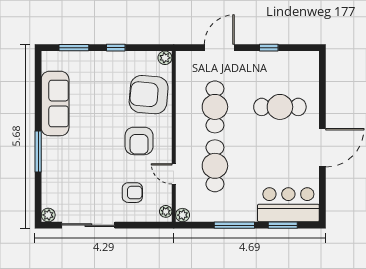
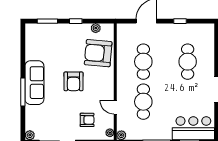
plant: (165, 58) -> (96, 28), moved
sofa: (55, 103) -> (34, 83), moved
cafe table: (280, 107) -> (188, 62), turned 90
armchair: (139, 141) -> (73, 81), moved

